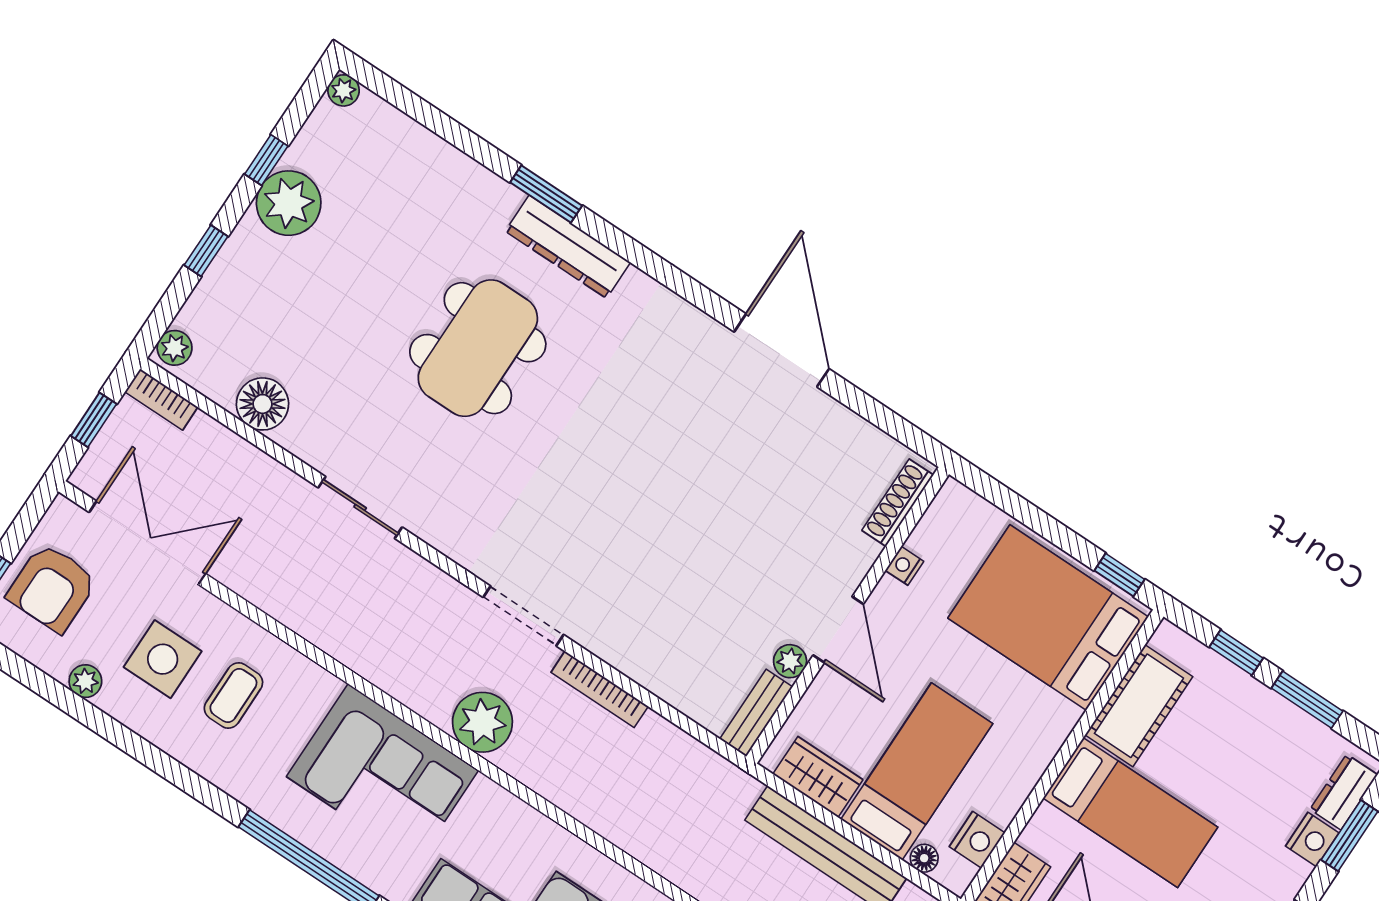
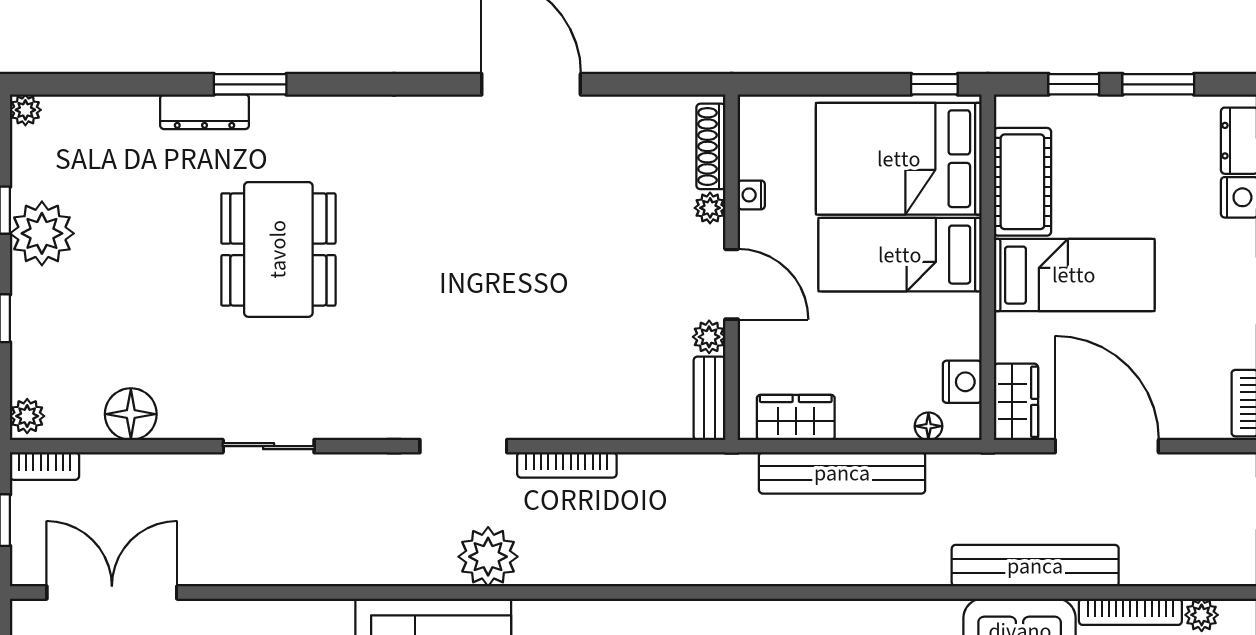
dresser: (568, 247) -> (205, 112), moved, width x0.73, depth x0.80
plant: (863, 554) -> (710, 208), added
bed: (917, 771) -> (900, 255), moved, turned -90

